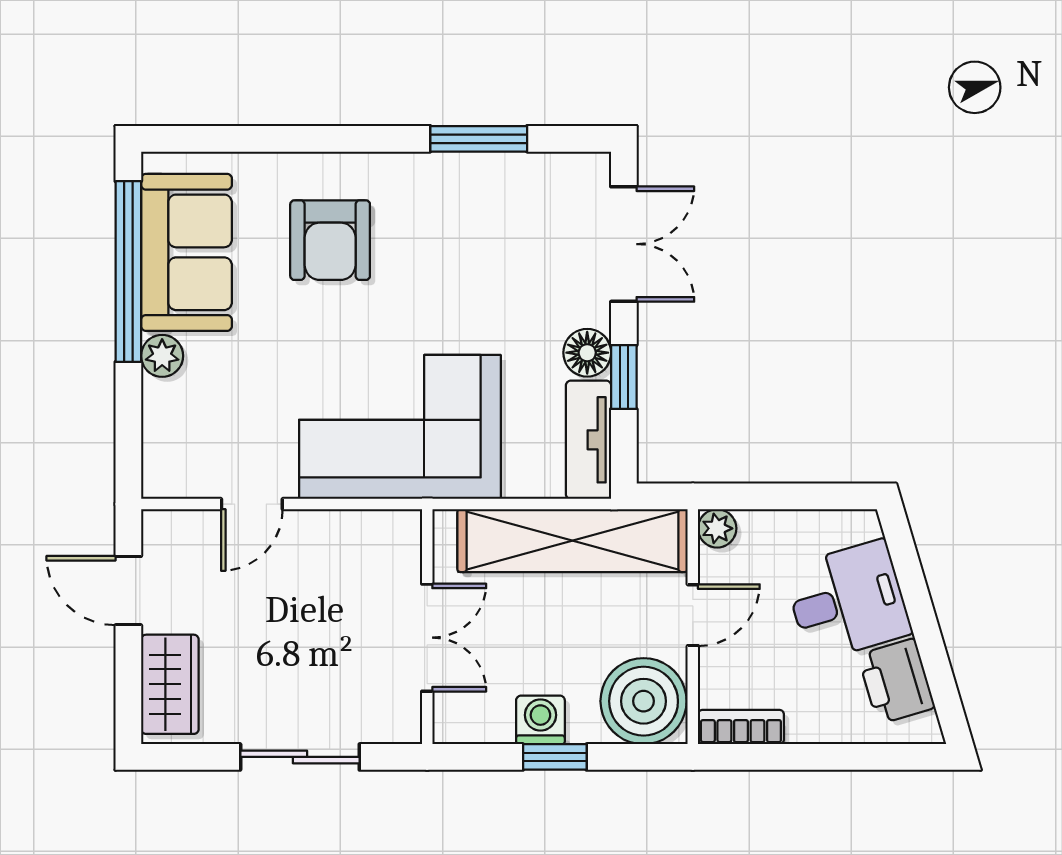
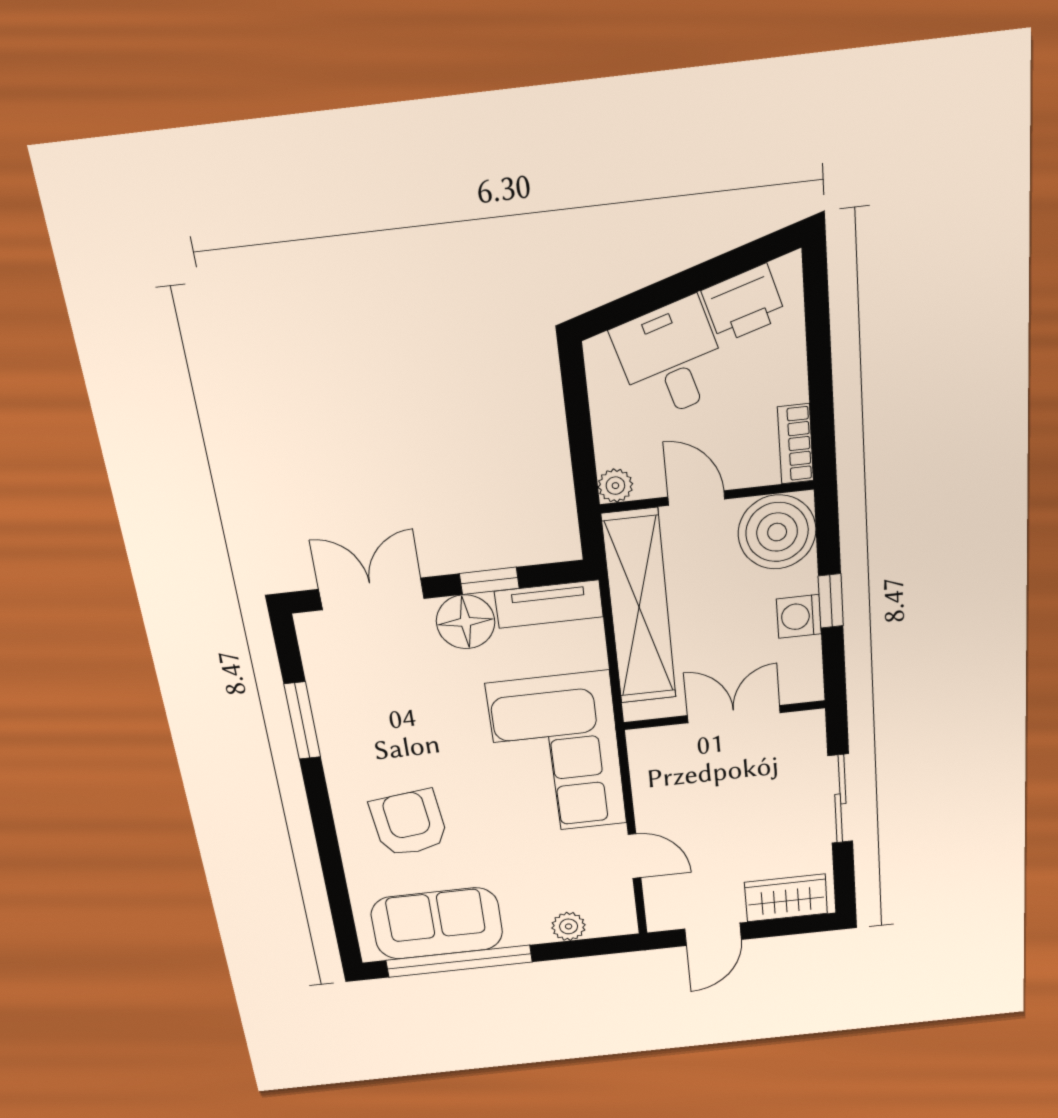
armchair: (330, 240) -> (409, 823), turned -97
floor lamp: (587, 353) -> (466, 622), width x1.38, depth x1.38
plant: (162, 356) -> (569, 926), moved

